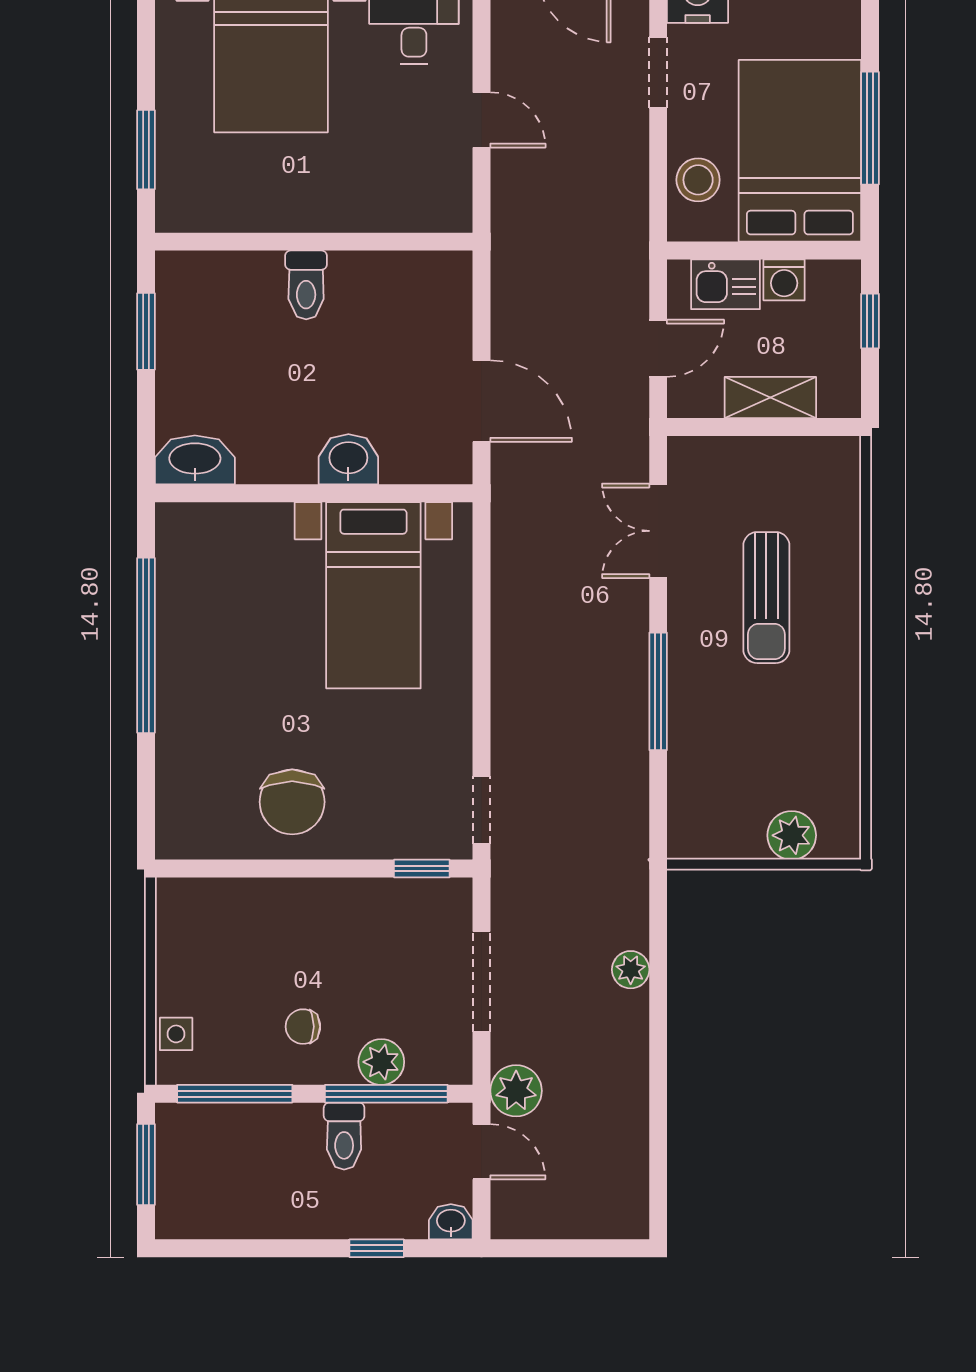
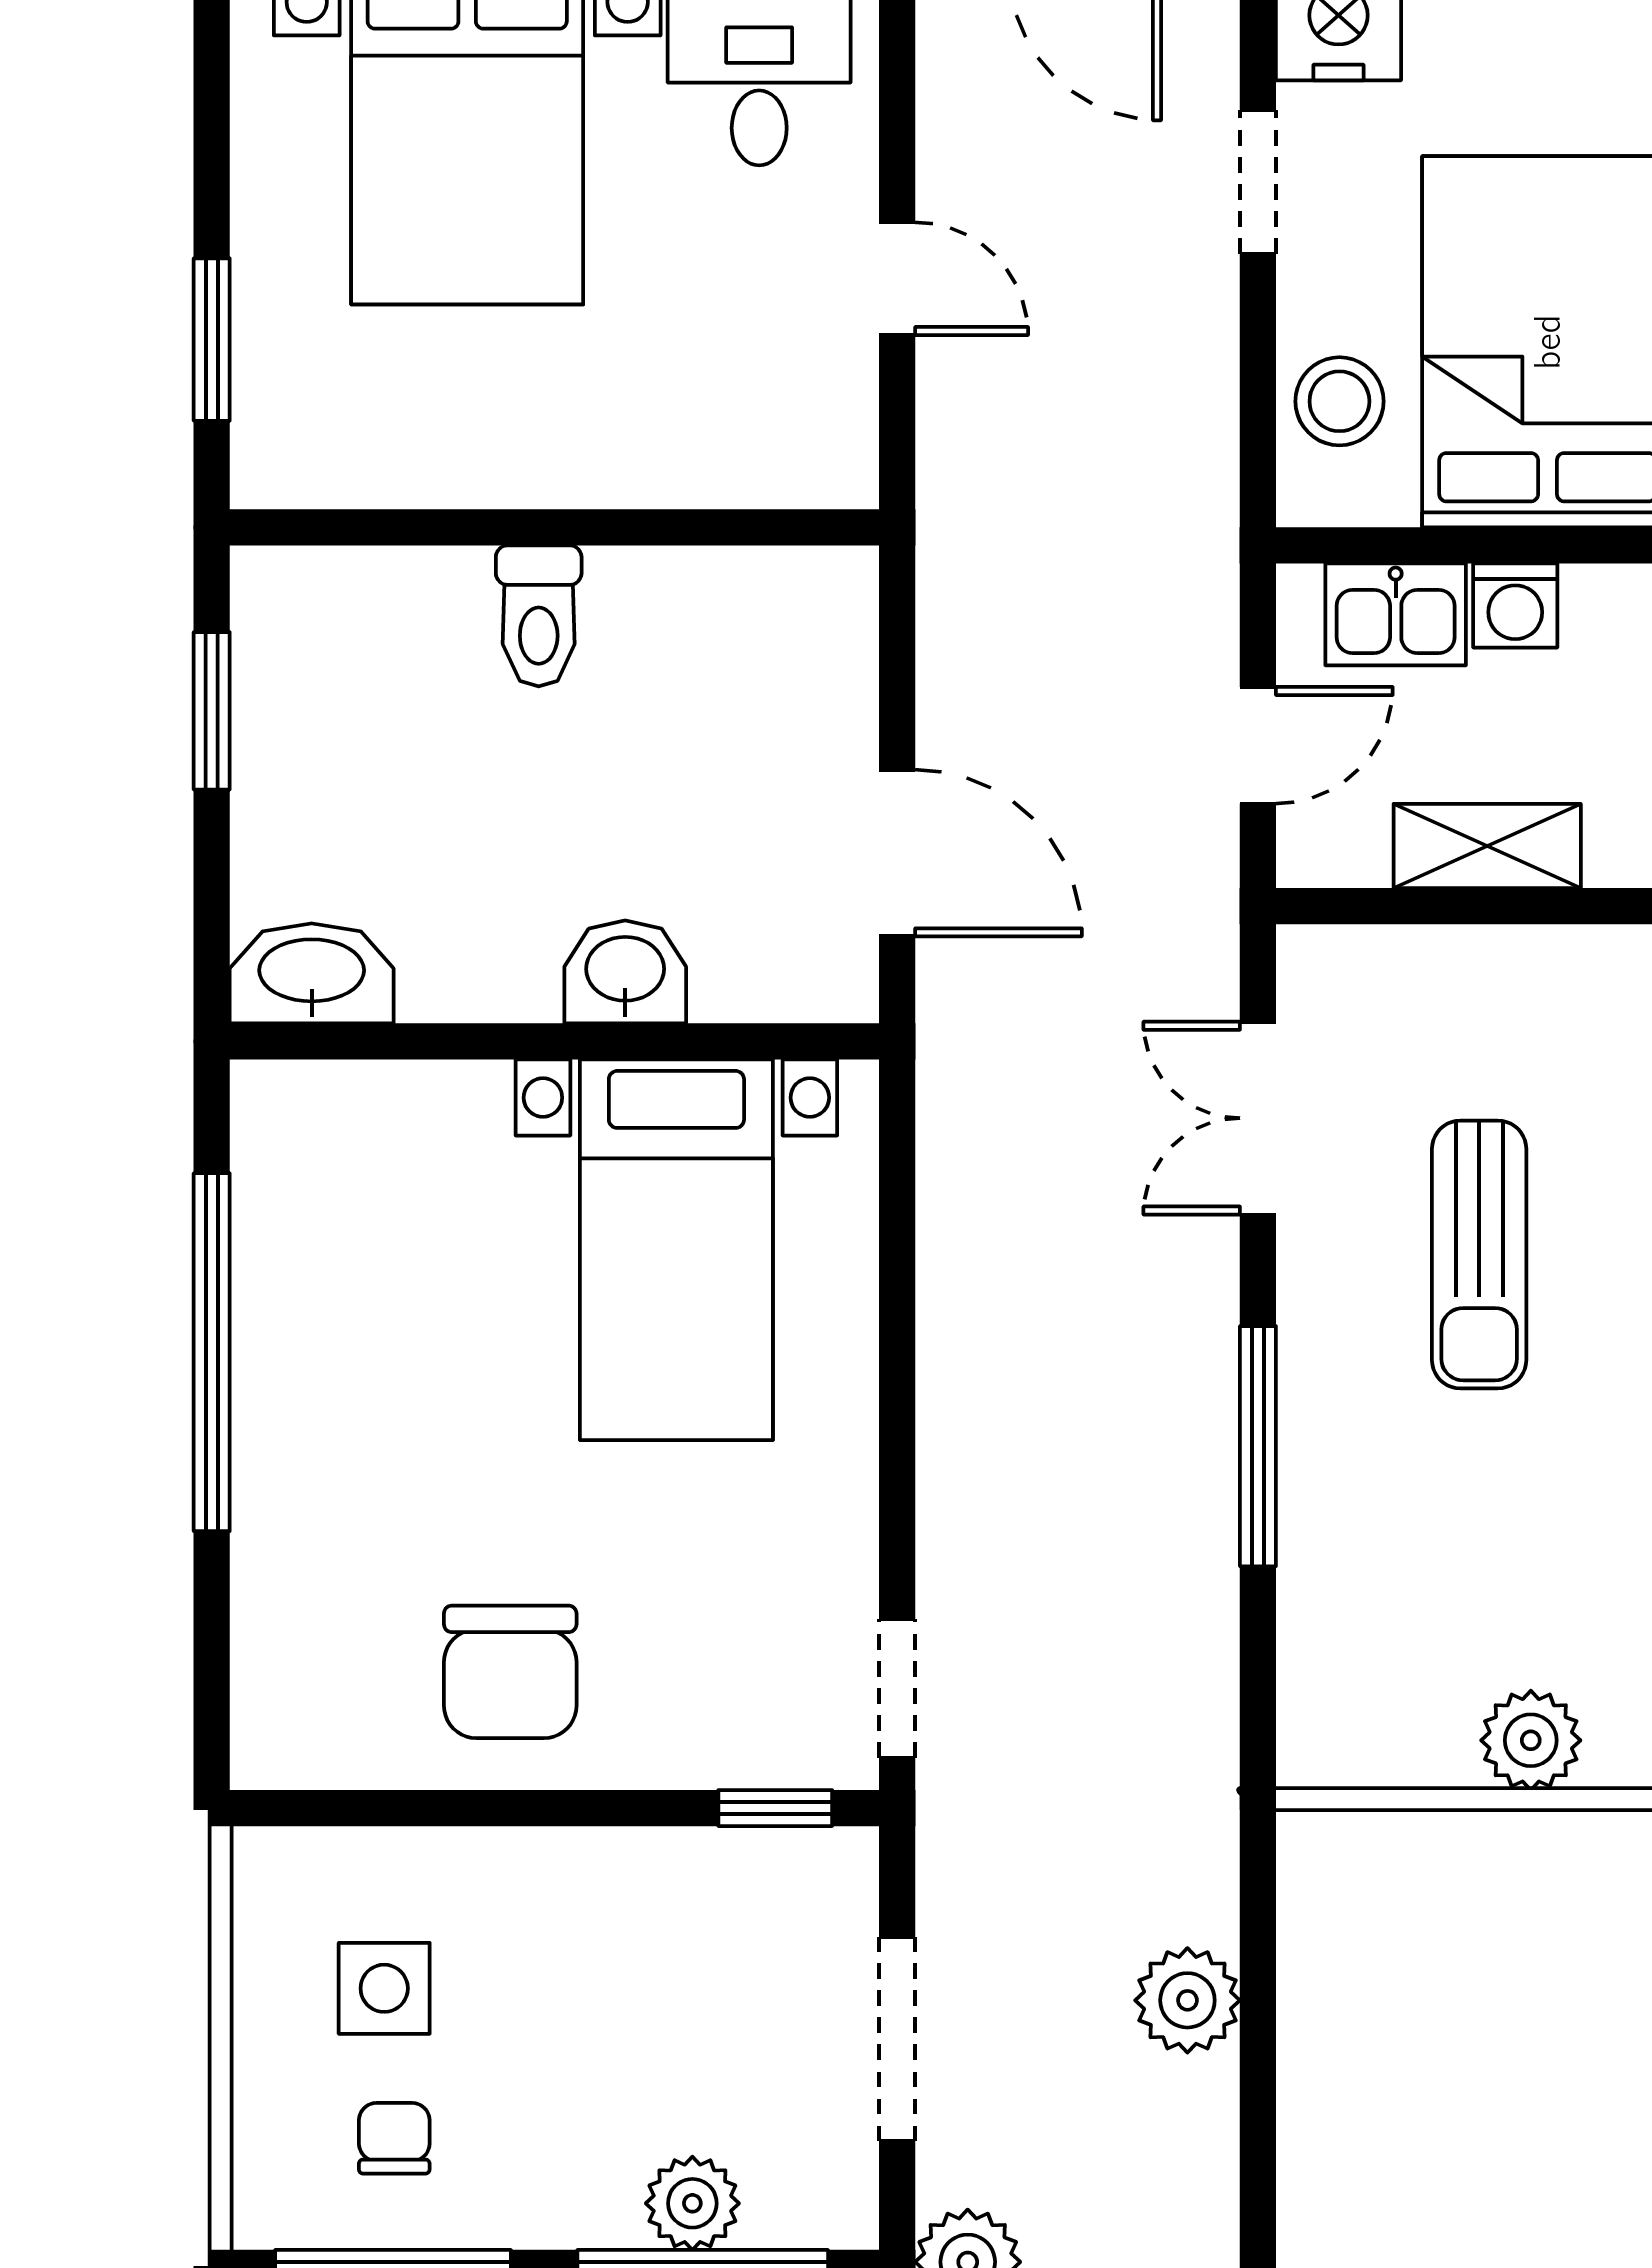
plant: (631, 970) -> (1187, 2000), width x1.38, depth x1.38
chair: (303, 1027) -> (394, 2138), moved, turned 90
side table: (176, 1034) -> (384, 1988), moved, width x1.37, depth x1.37

